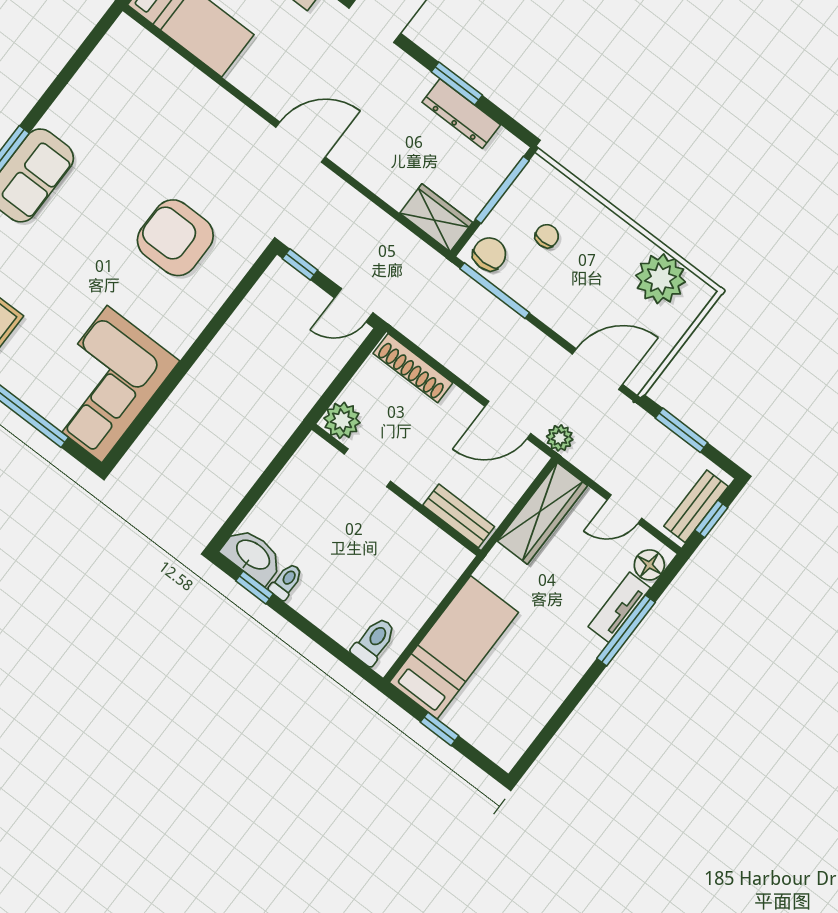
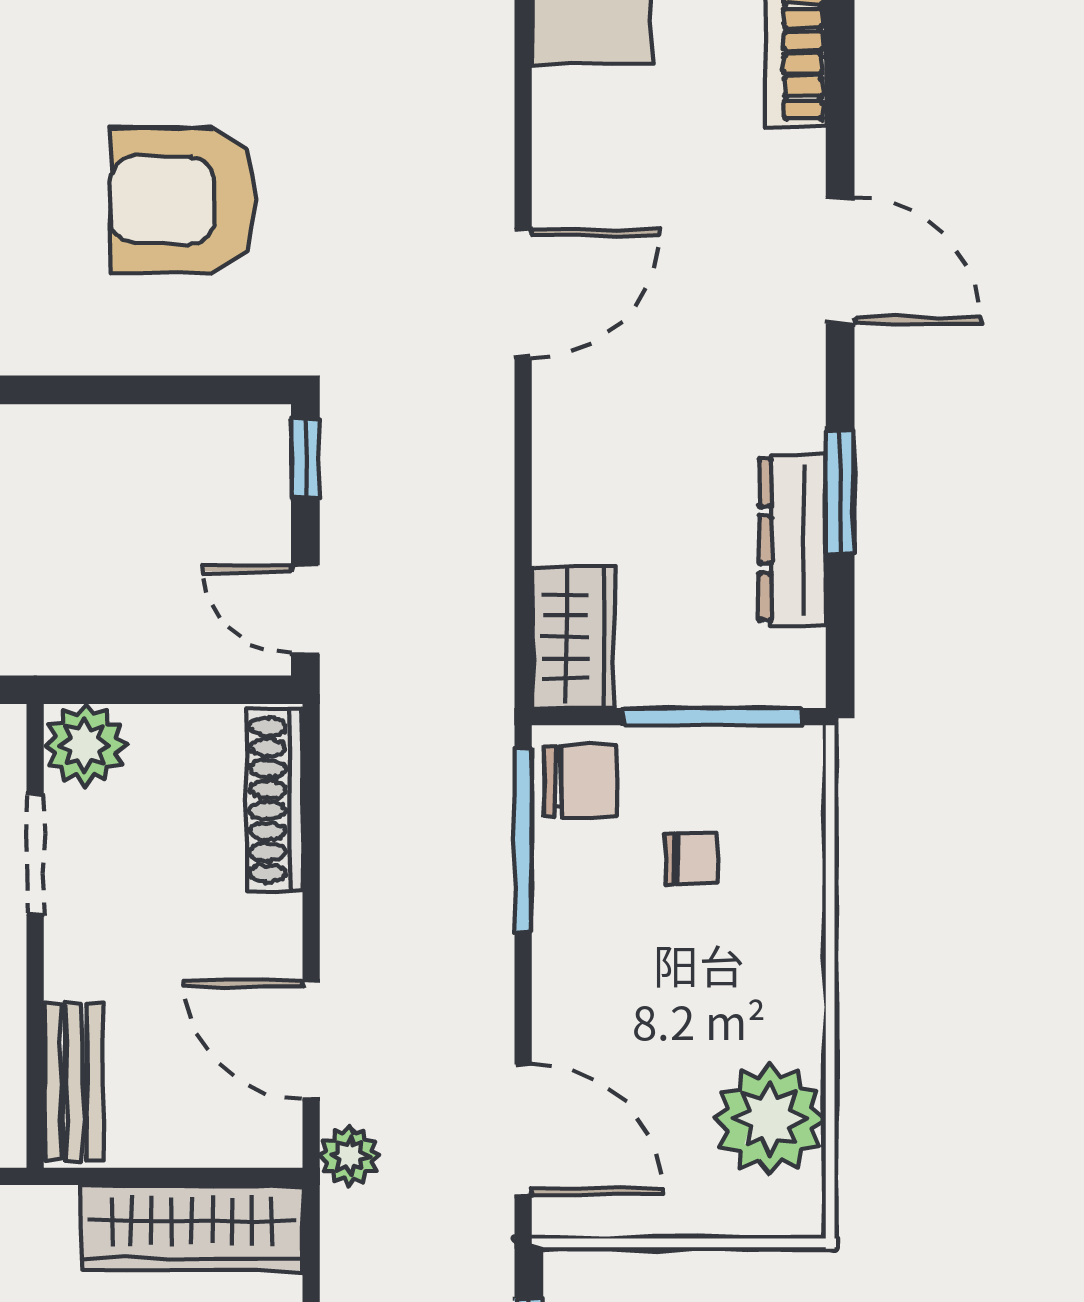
door: (301, 142) -> (523, 293), hinge flipped
armchair: (175, 238) -> (183, 200), turned -90

